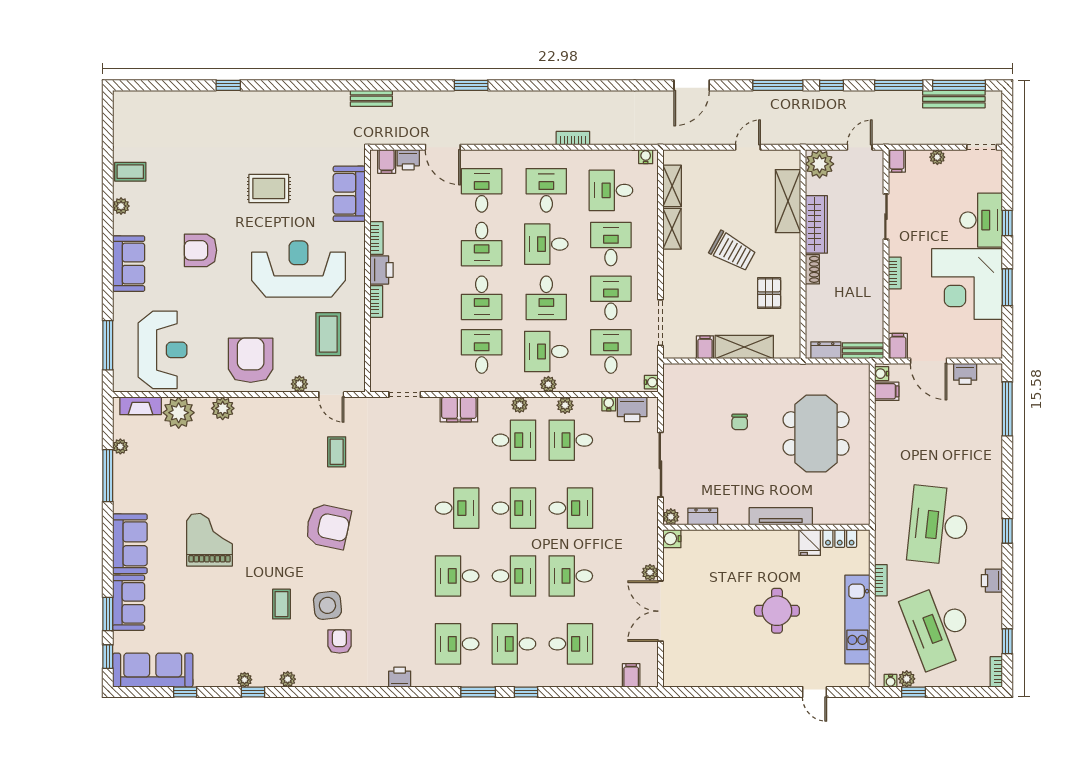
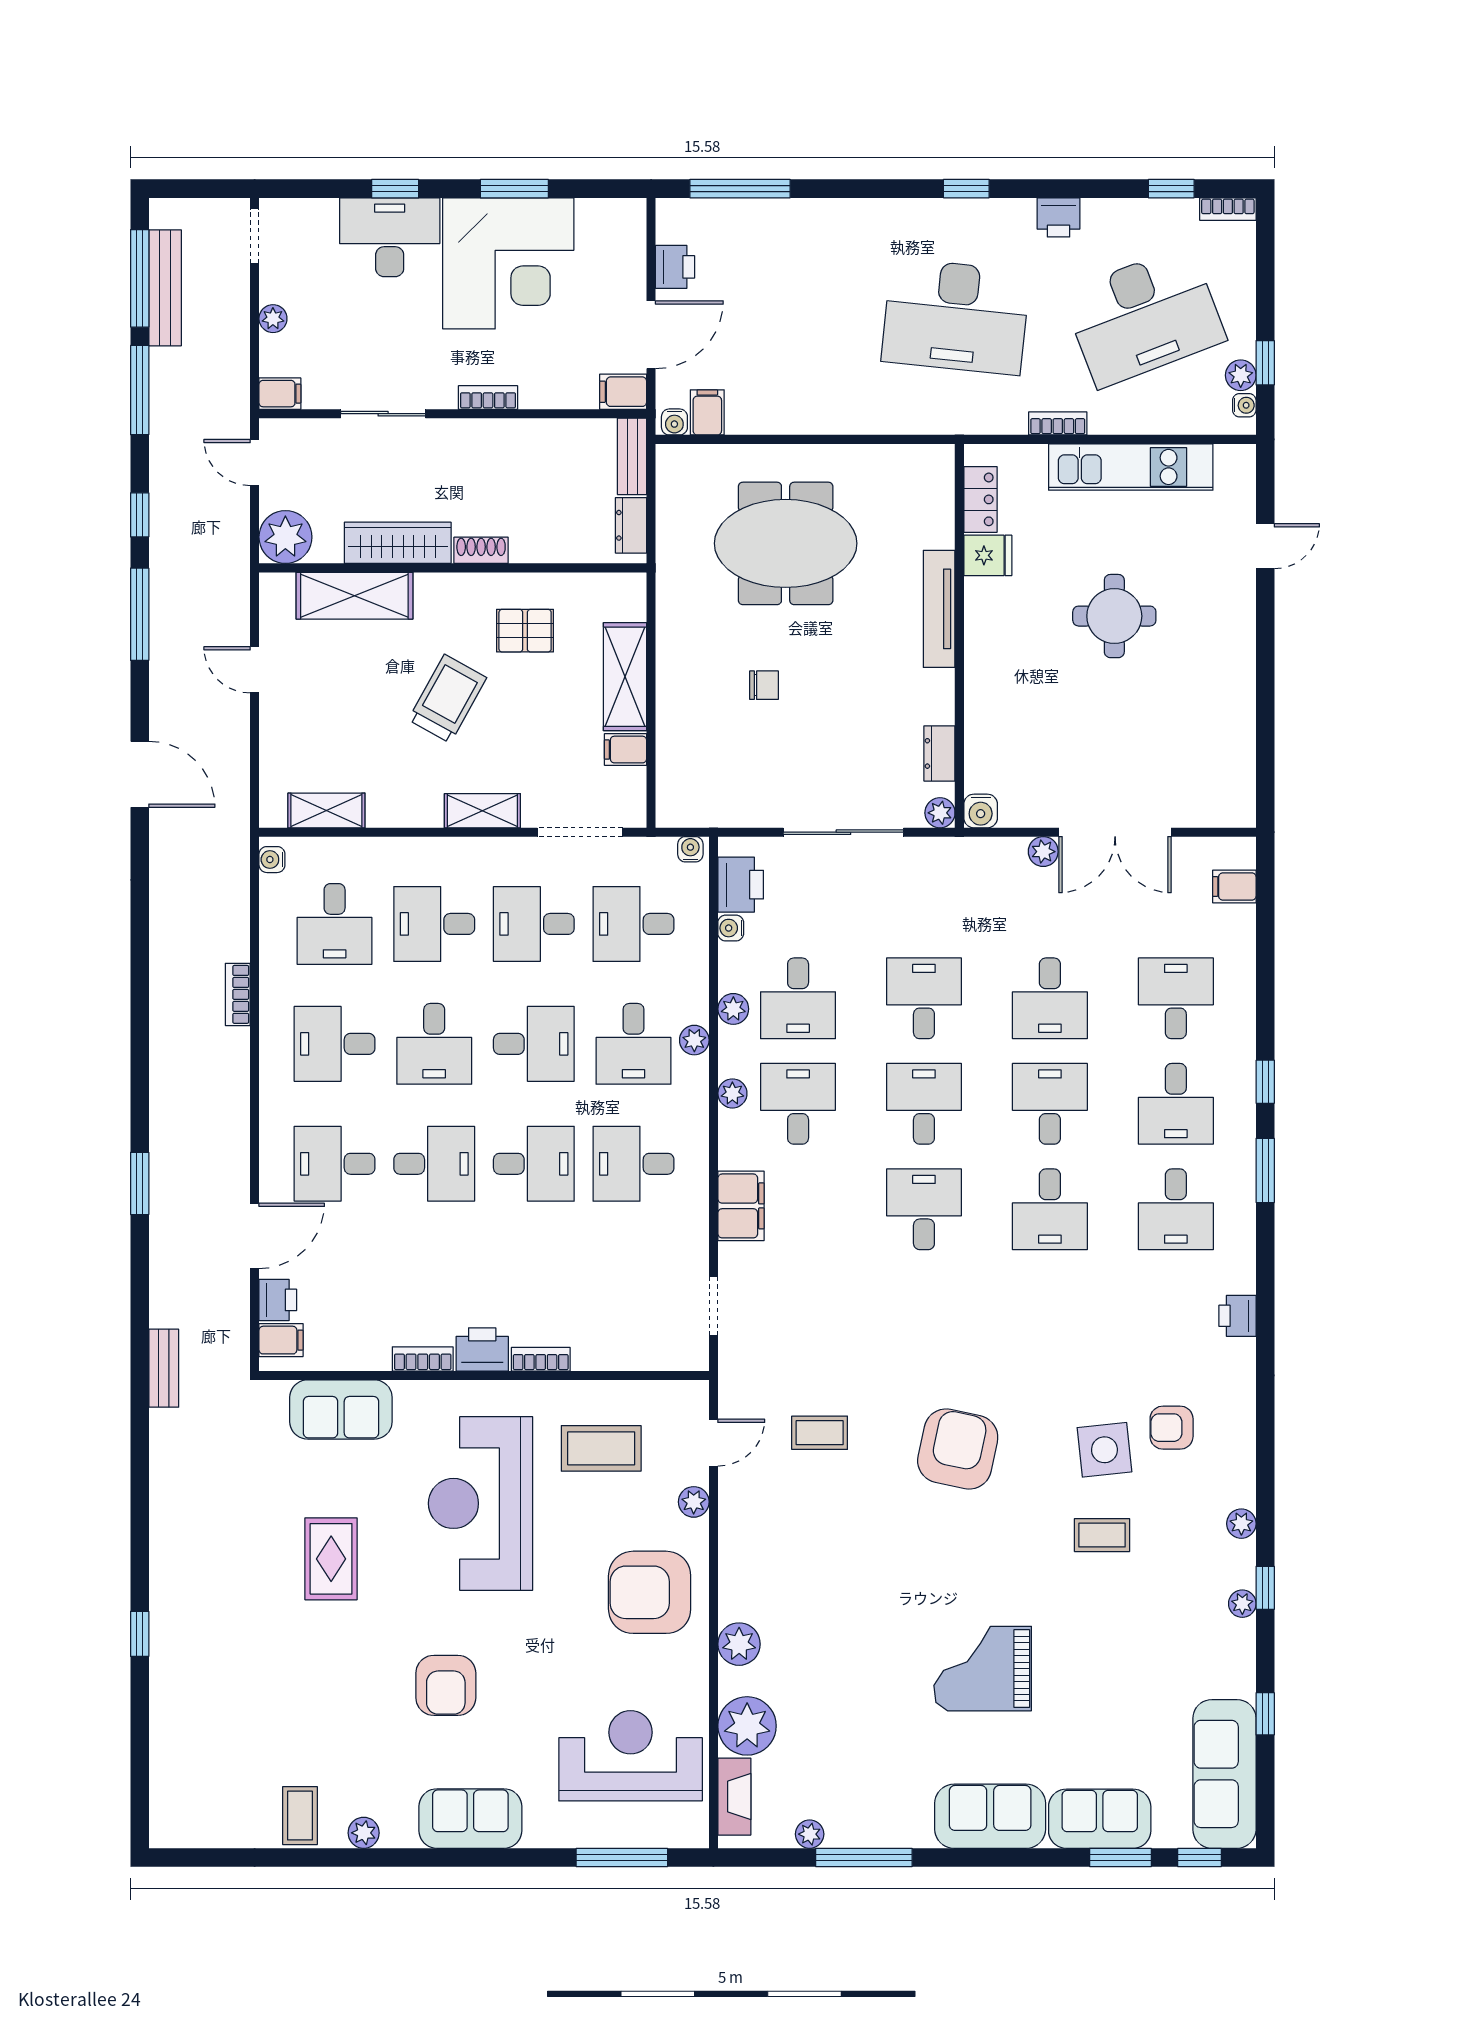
shelving: (672, 229) -> (482, 811), moved

